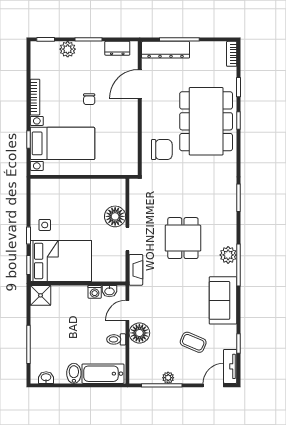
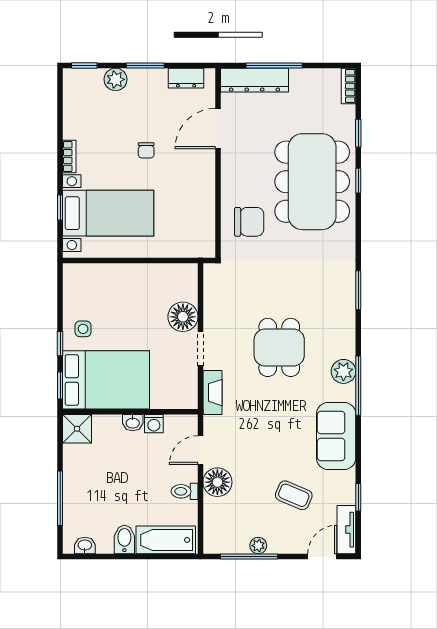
bookcase: (35, 97) -> (69, 157), width x0.64
washbasin: (109, 291) -> (133, 423), moved

